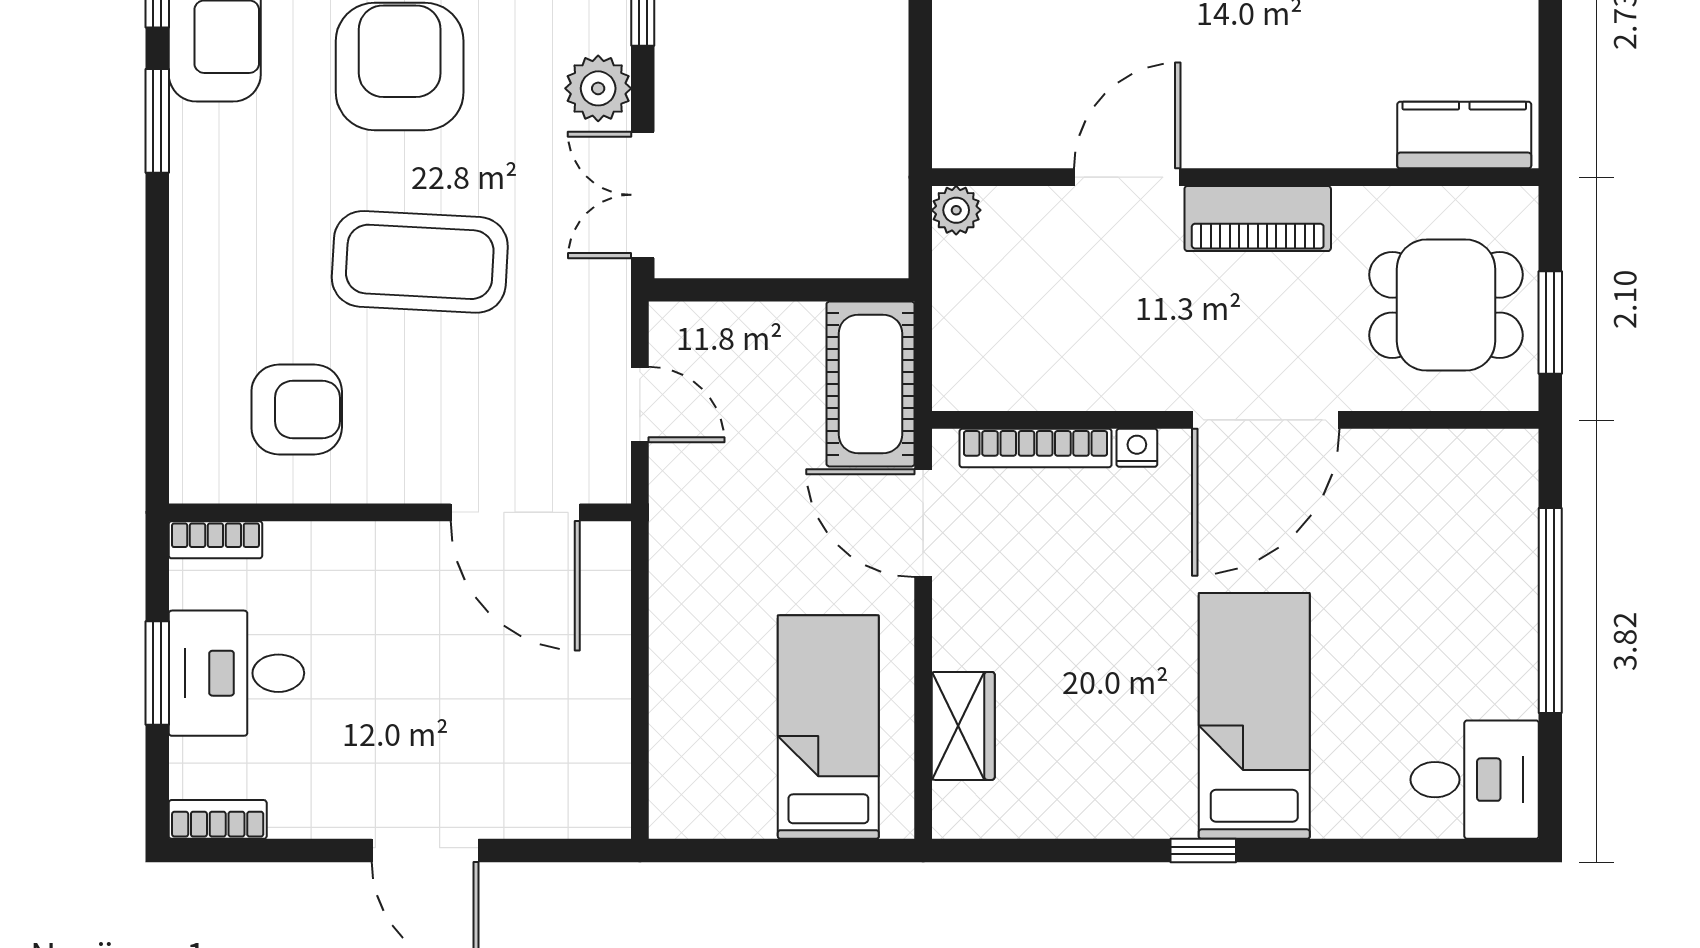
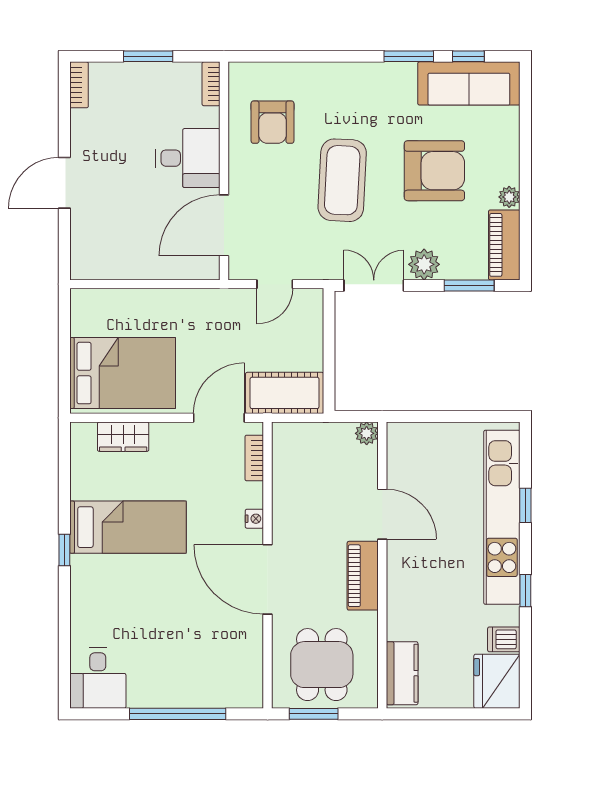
bookcase: (1036, 448) -> (254, 458), width x0.64
desk: (236, 673) -> (188, 158), moved, turned 90
bed: (1254, 716) -> (128, 527), moved
bed: (828, 727) -> (123, 373), width x1.50

